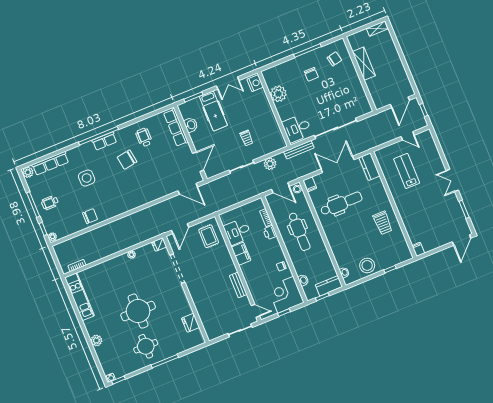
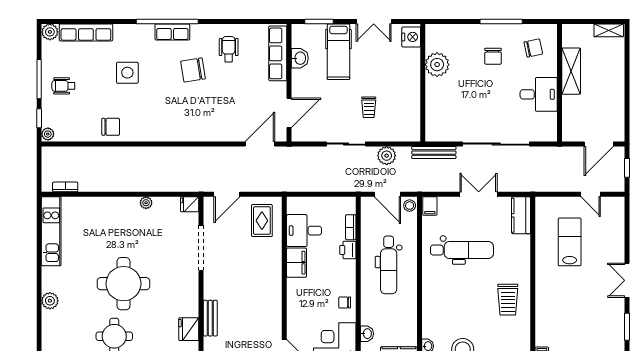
desk: (297, 128) -> (539, 94), moved, turned 180
double door: (337, 164) -> (479, 194), width x0.73
door: (188, 189) -> (260, 144), swing flipped
bench: (238, 285) -> (210, 318), moved

